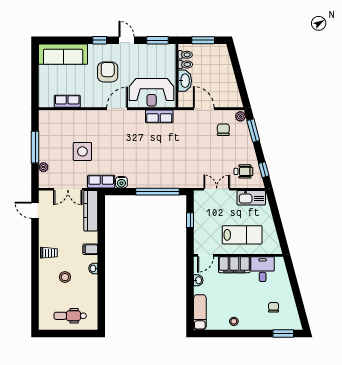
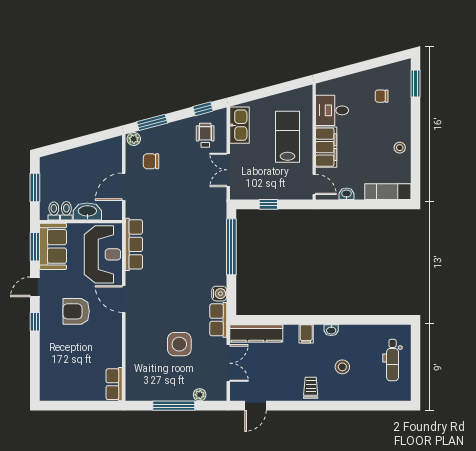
sofa: (63, 54) -> (53, 246), moved, width x0.73
row of seats: (67, 101) -> (114, 384), moved
row of seats: (159, 116) -> (134, 244), width x1.48

